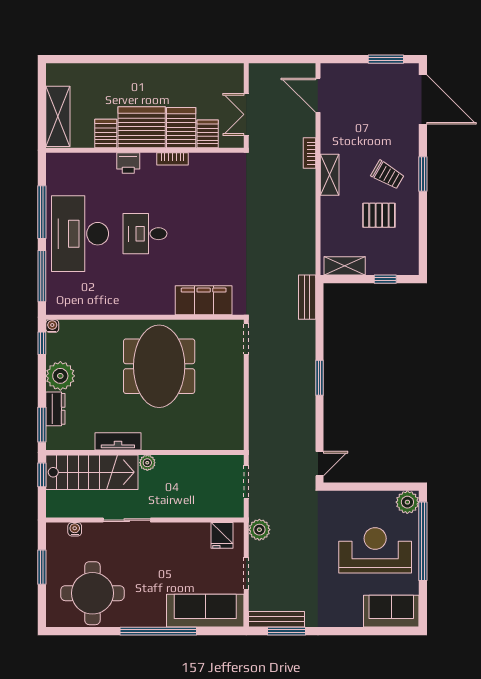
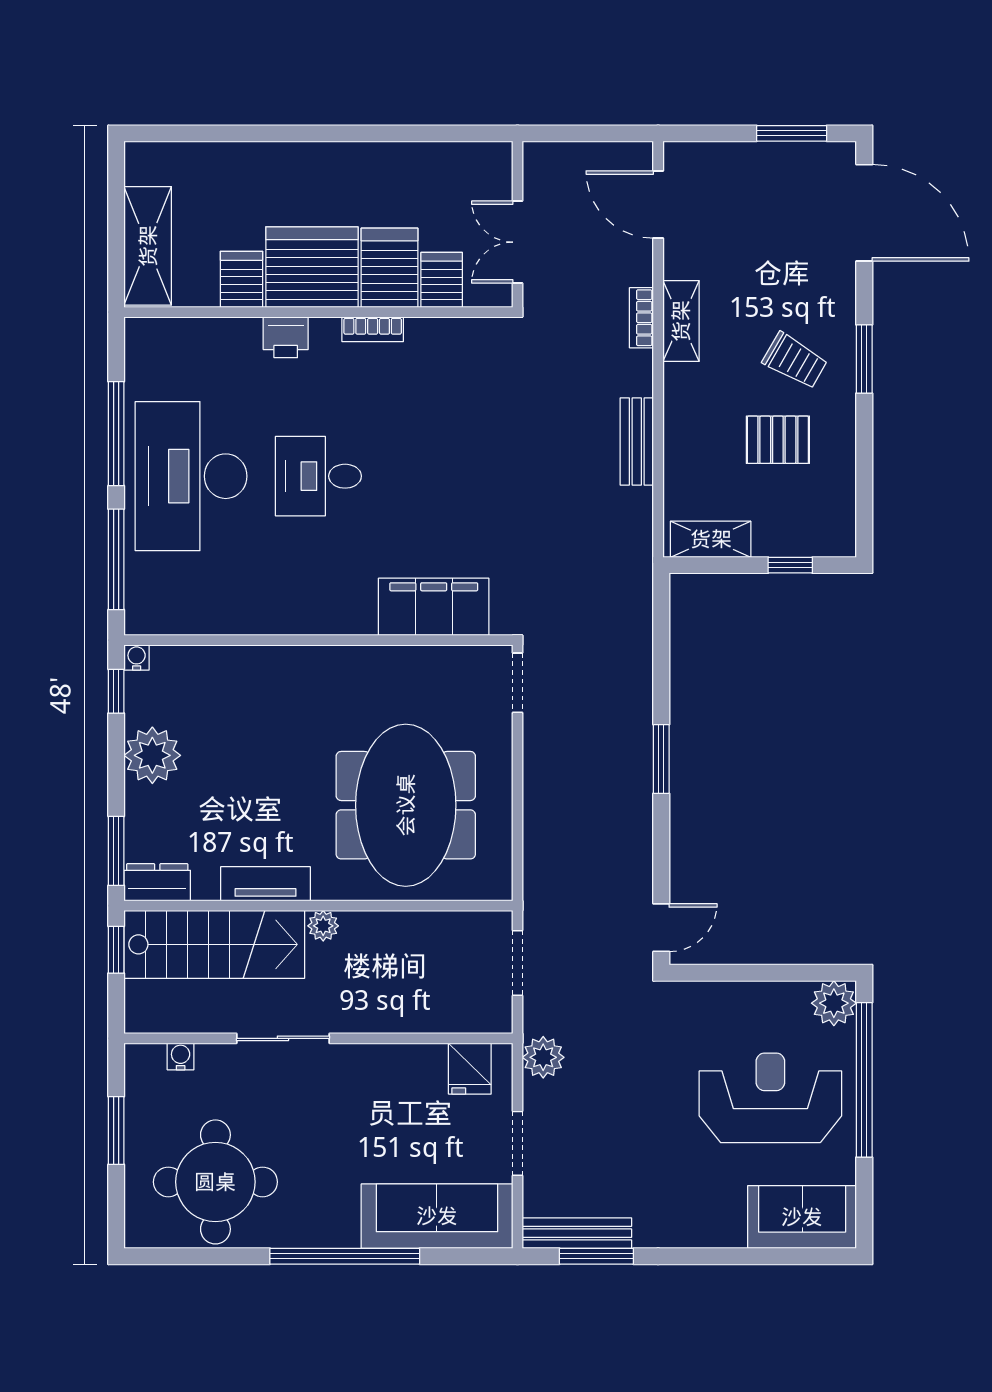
shelving: (330, 175) -> (681, 321), moved
bench: (307, 297) -> (637, 442), moved
meeting table: (159, 366) -> (406, 805), moved
dresser: (55, 409) -> (157, 882), moved, turned -90

